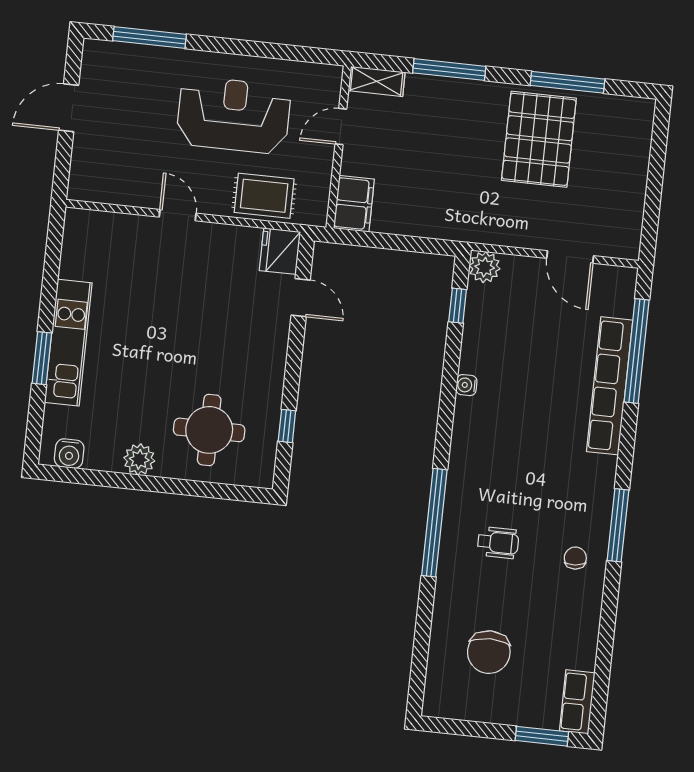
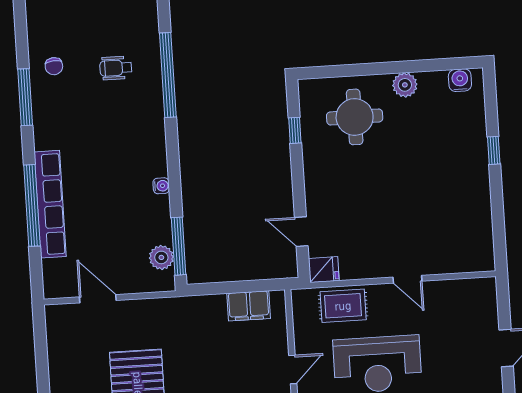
filing cabinet: (354, 204) -> (249, 306), moved, turned -90
fridge: (280, 251) -> (324, 270), width x0.72
plant: (485, 267) -> (161, 257), moved
window: (458, 306) -> (179, 246), width x2.17
kitchen unit: (68, 343) -> (475, 166), removed
window: (637, 351) -> (32, 205), moved
window: (42, 358) -> (494, 150), width x0.67

